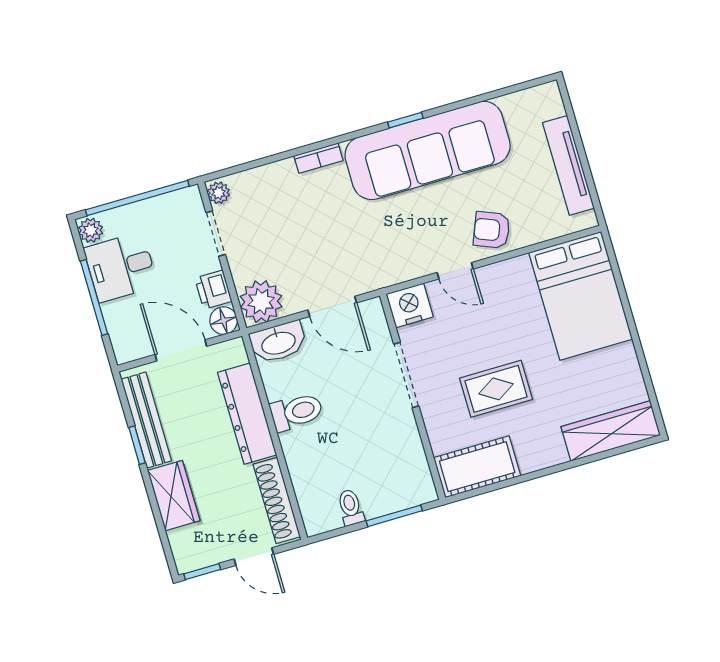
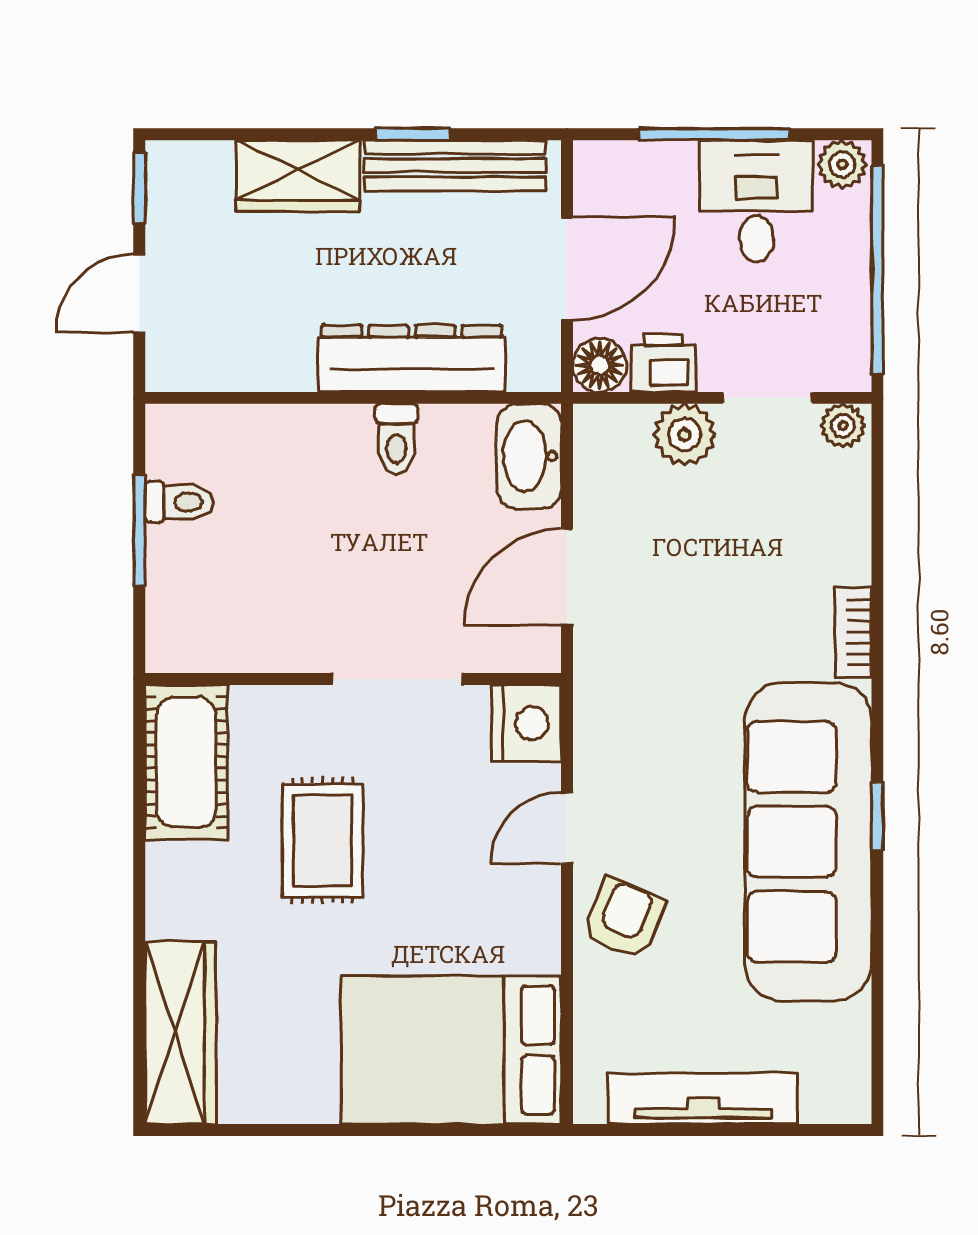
plant: (261, 302) -> (685, 435), moved, width x0.73, depth x0.73
toilet: (297, 412) -> (396, 439), width x0.73, depth x0.72
shoe rack: (277, 500) -> (232, 367), removed
window: (394, 516) -> (139, 530), moved

